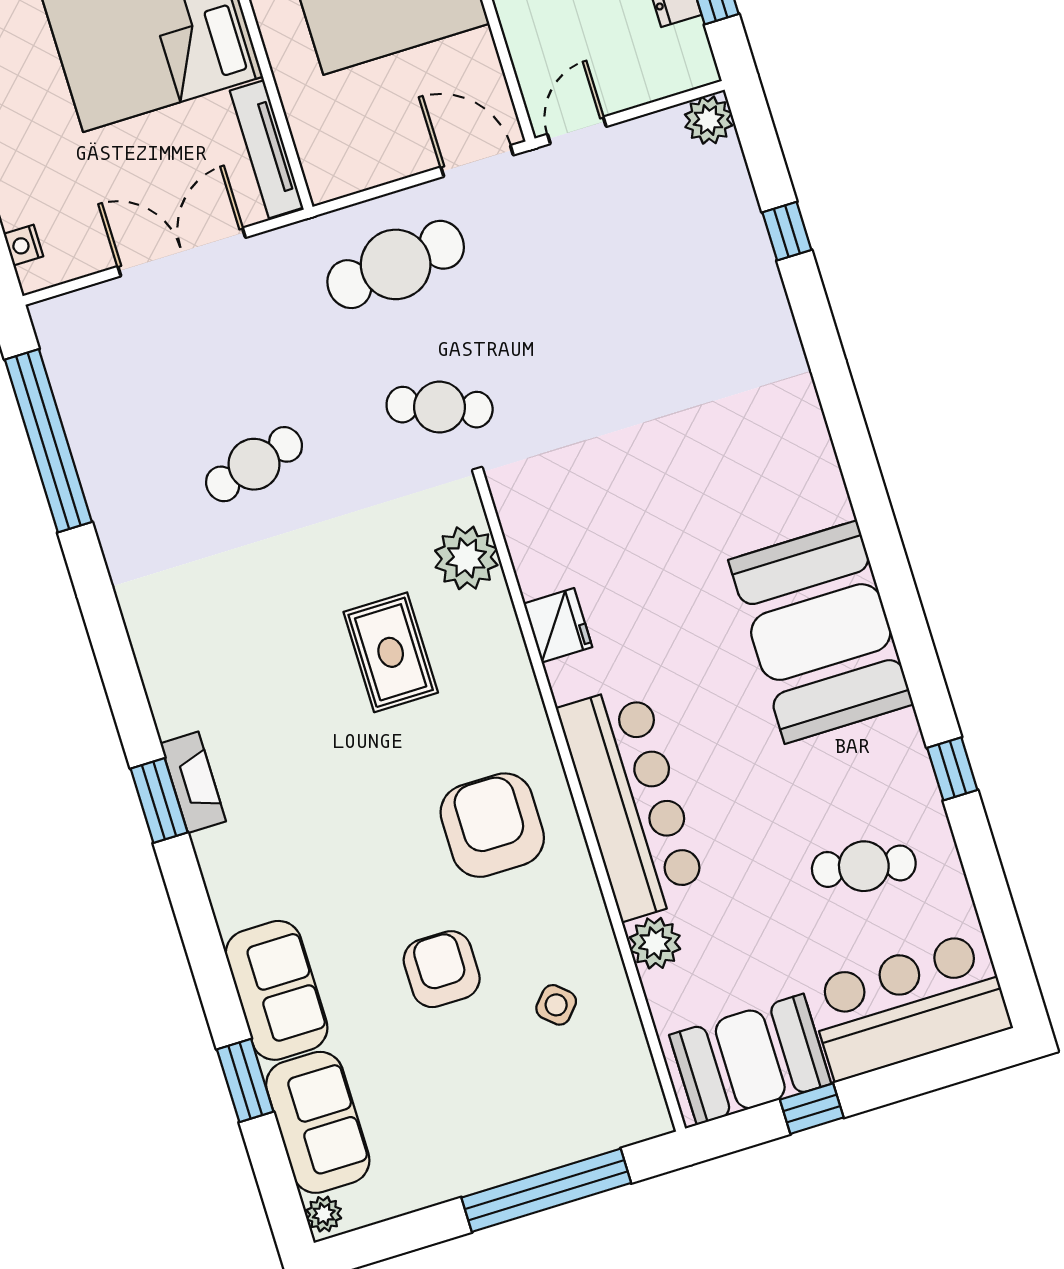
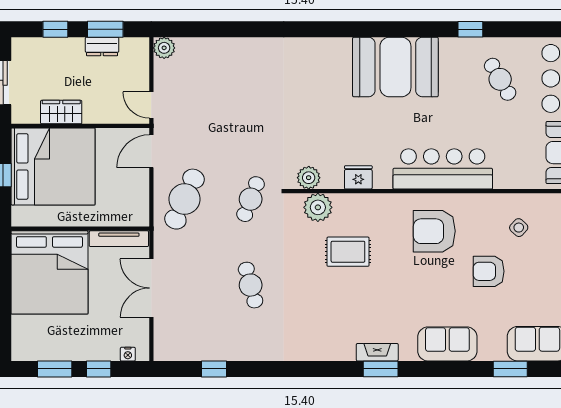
window: (787, 231) -> (221, 29), removed
cafe table: (396, 264) -> (184, 199), turned 30
window: (48, 441) -> (214, 369), width x0.32
cafe table: (864, 866) -> (500, 79), turned -42
plant: (655, 943) -> (309, 178), moved
sofa: (277, 990) -> (447, 344), moved

